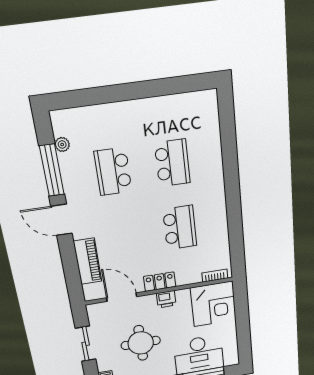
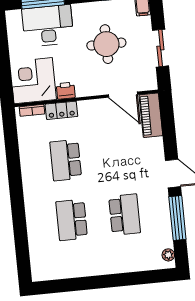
plant: (62, 144) -> (168, 255), moved
piano: (88, 261) -> (151, 115), moved
locker: (160, 282) -> (61, 110), moved
printer: (166, 299) -> (66, 91), moved

